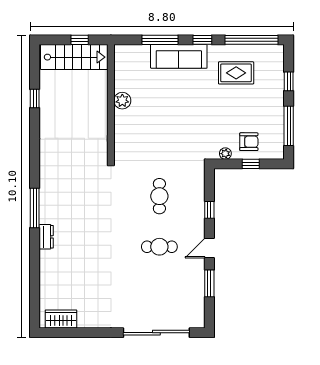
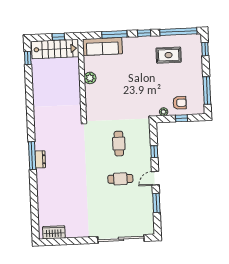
sofa: (179, 56) -> (102, 46), moved
window: (289, 81) -> (205, 49), moved
window: (35, 99) -> (28, 58), moved
dresser: (46, 237) -> (40, 159), moved

